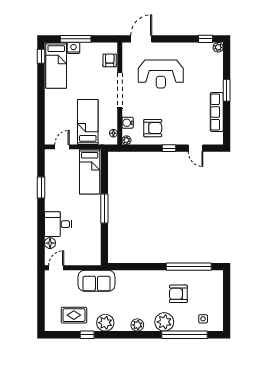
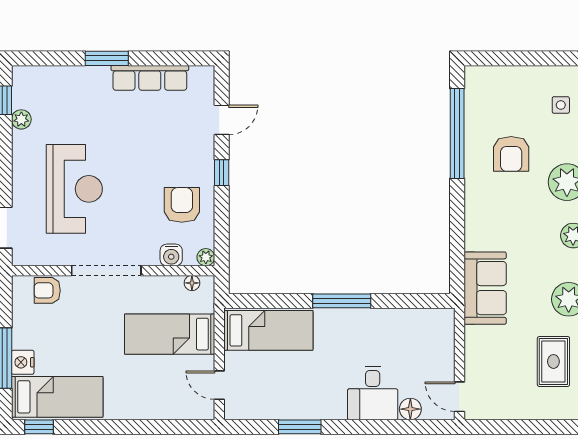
plant: (218, 47) -> (21, 119), moved
sofa: (96, 281) -> (485, 288), moved

